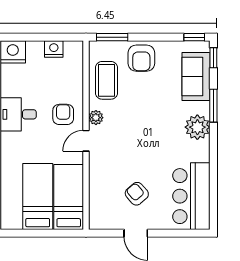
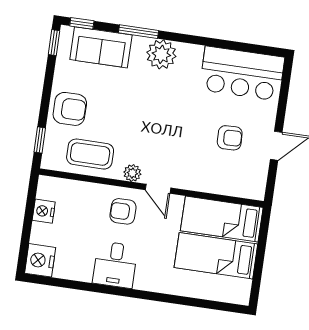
window: (112, 37) -> (40, 140), width x0.67
armchair: (137, 194) -> (230, 138), turned -141

